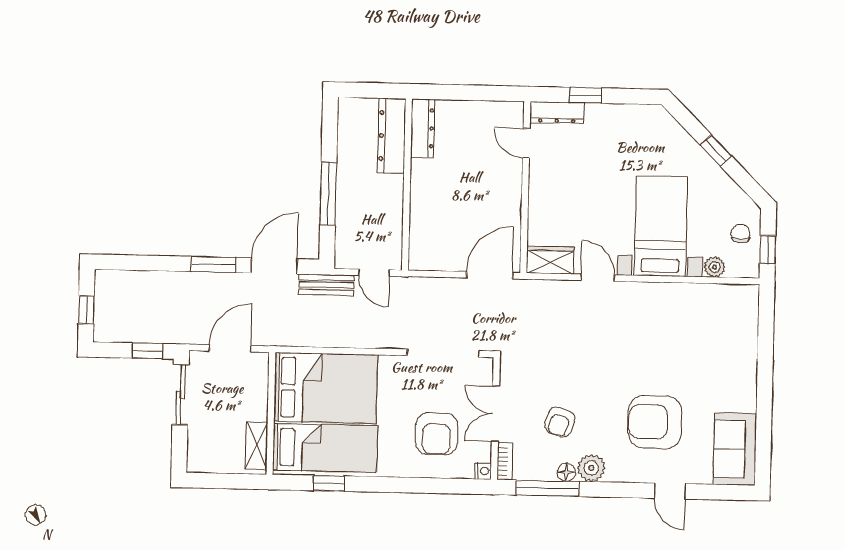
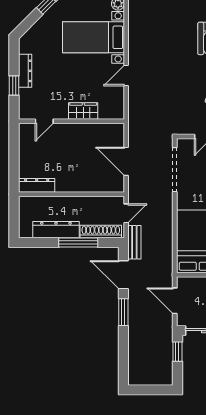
dresser: (557, 113) -> (25, 71), moved
dresser: (392, 136) -> (56, 230), moved, turned 180
shoe rack: (345, 231) -> (101, 232), added
wardrobe: (550, 260) -> (83, 111), moved, turned 90
door: (490, 275) -> (126, 161), moved
window: (86, 310) -> (153, 390), removed

